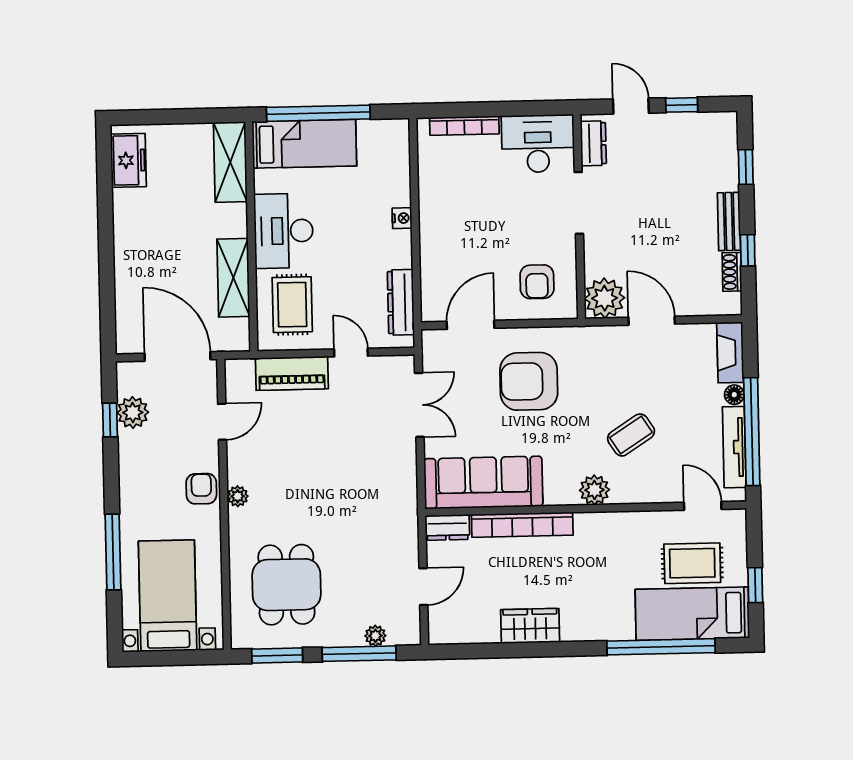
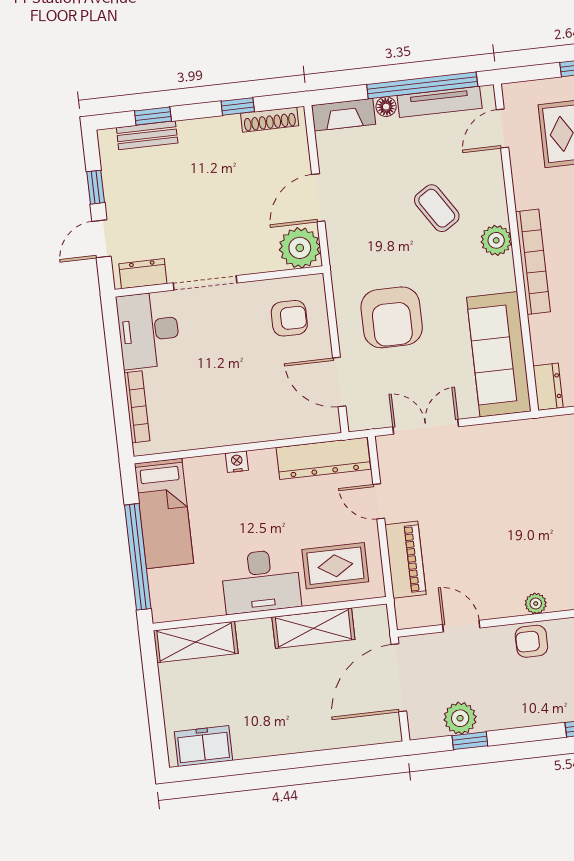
bed: (304, 144) -> (164, 513), moved, turned 180
bench: (729, 222) -> (147, 135), moved
shoe rack: (732, 272) -> (270, 120), width x1.43
dresser: (401, 302) -> (323, 458), width x1.37, depth x1.24
door: (351, 353) -> (379, 501), hinge flipped
bookcase: (522, 525) -> (533, 262), moved

